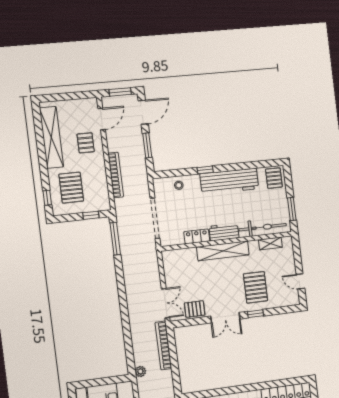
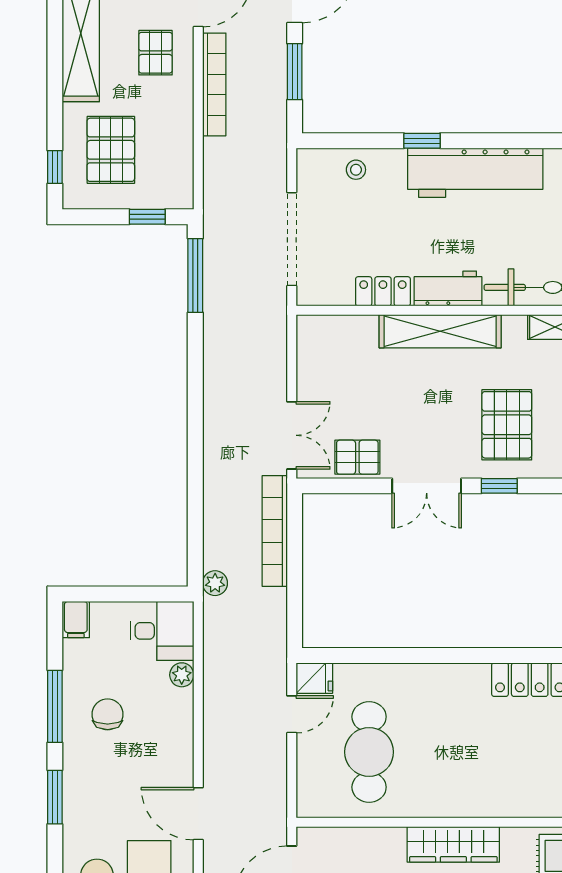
bookcase: (116, 175) -> (214, 84), moved

